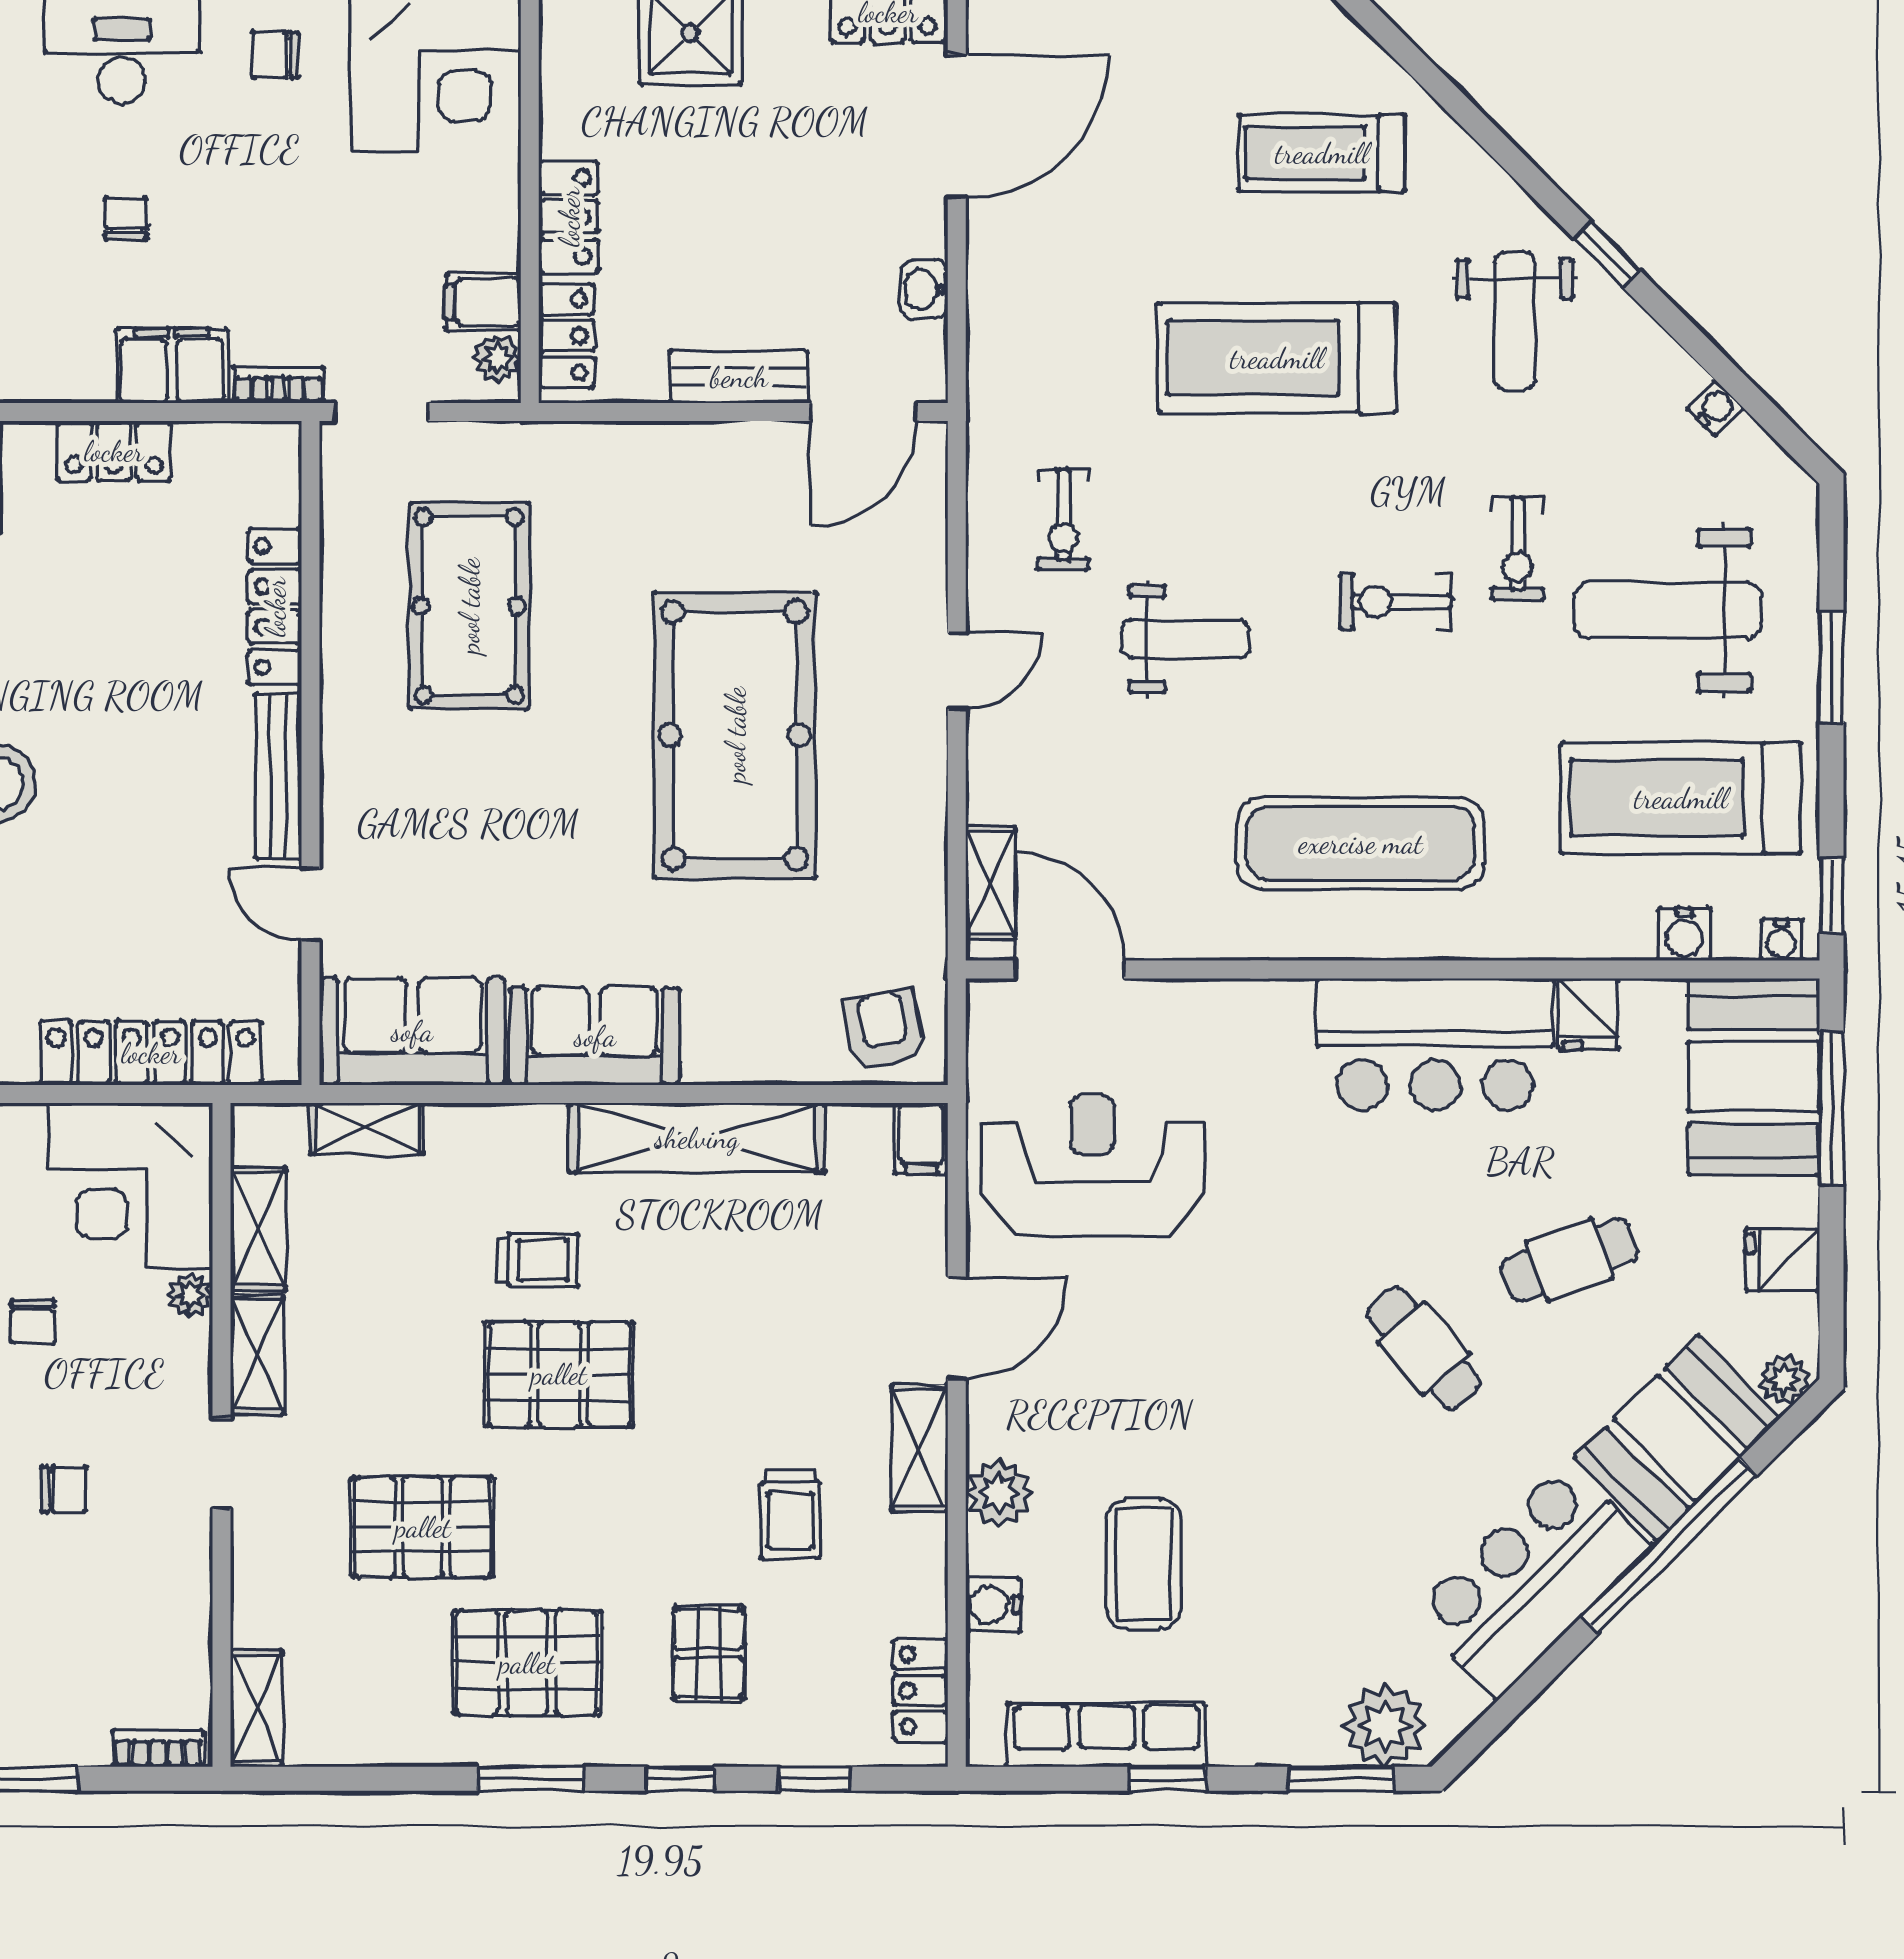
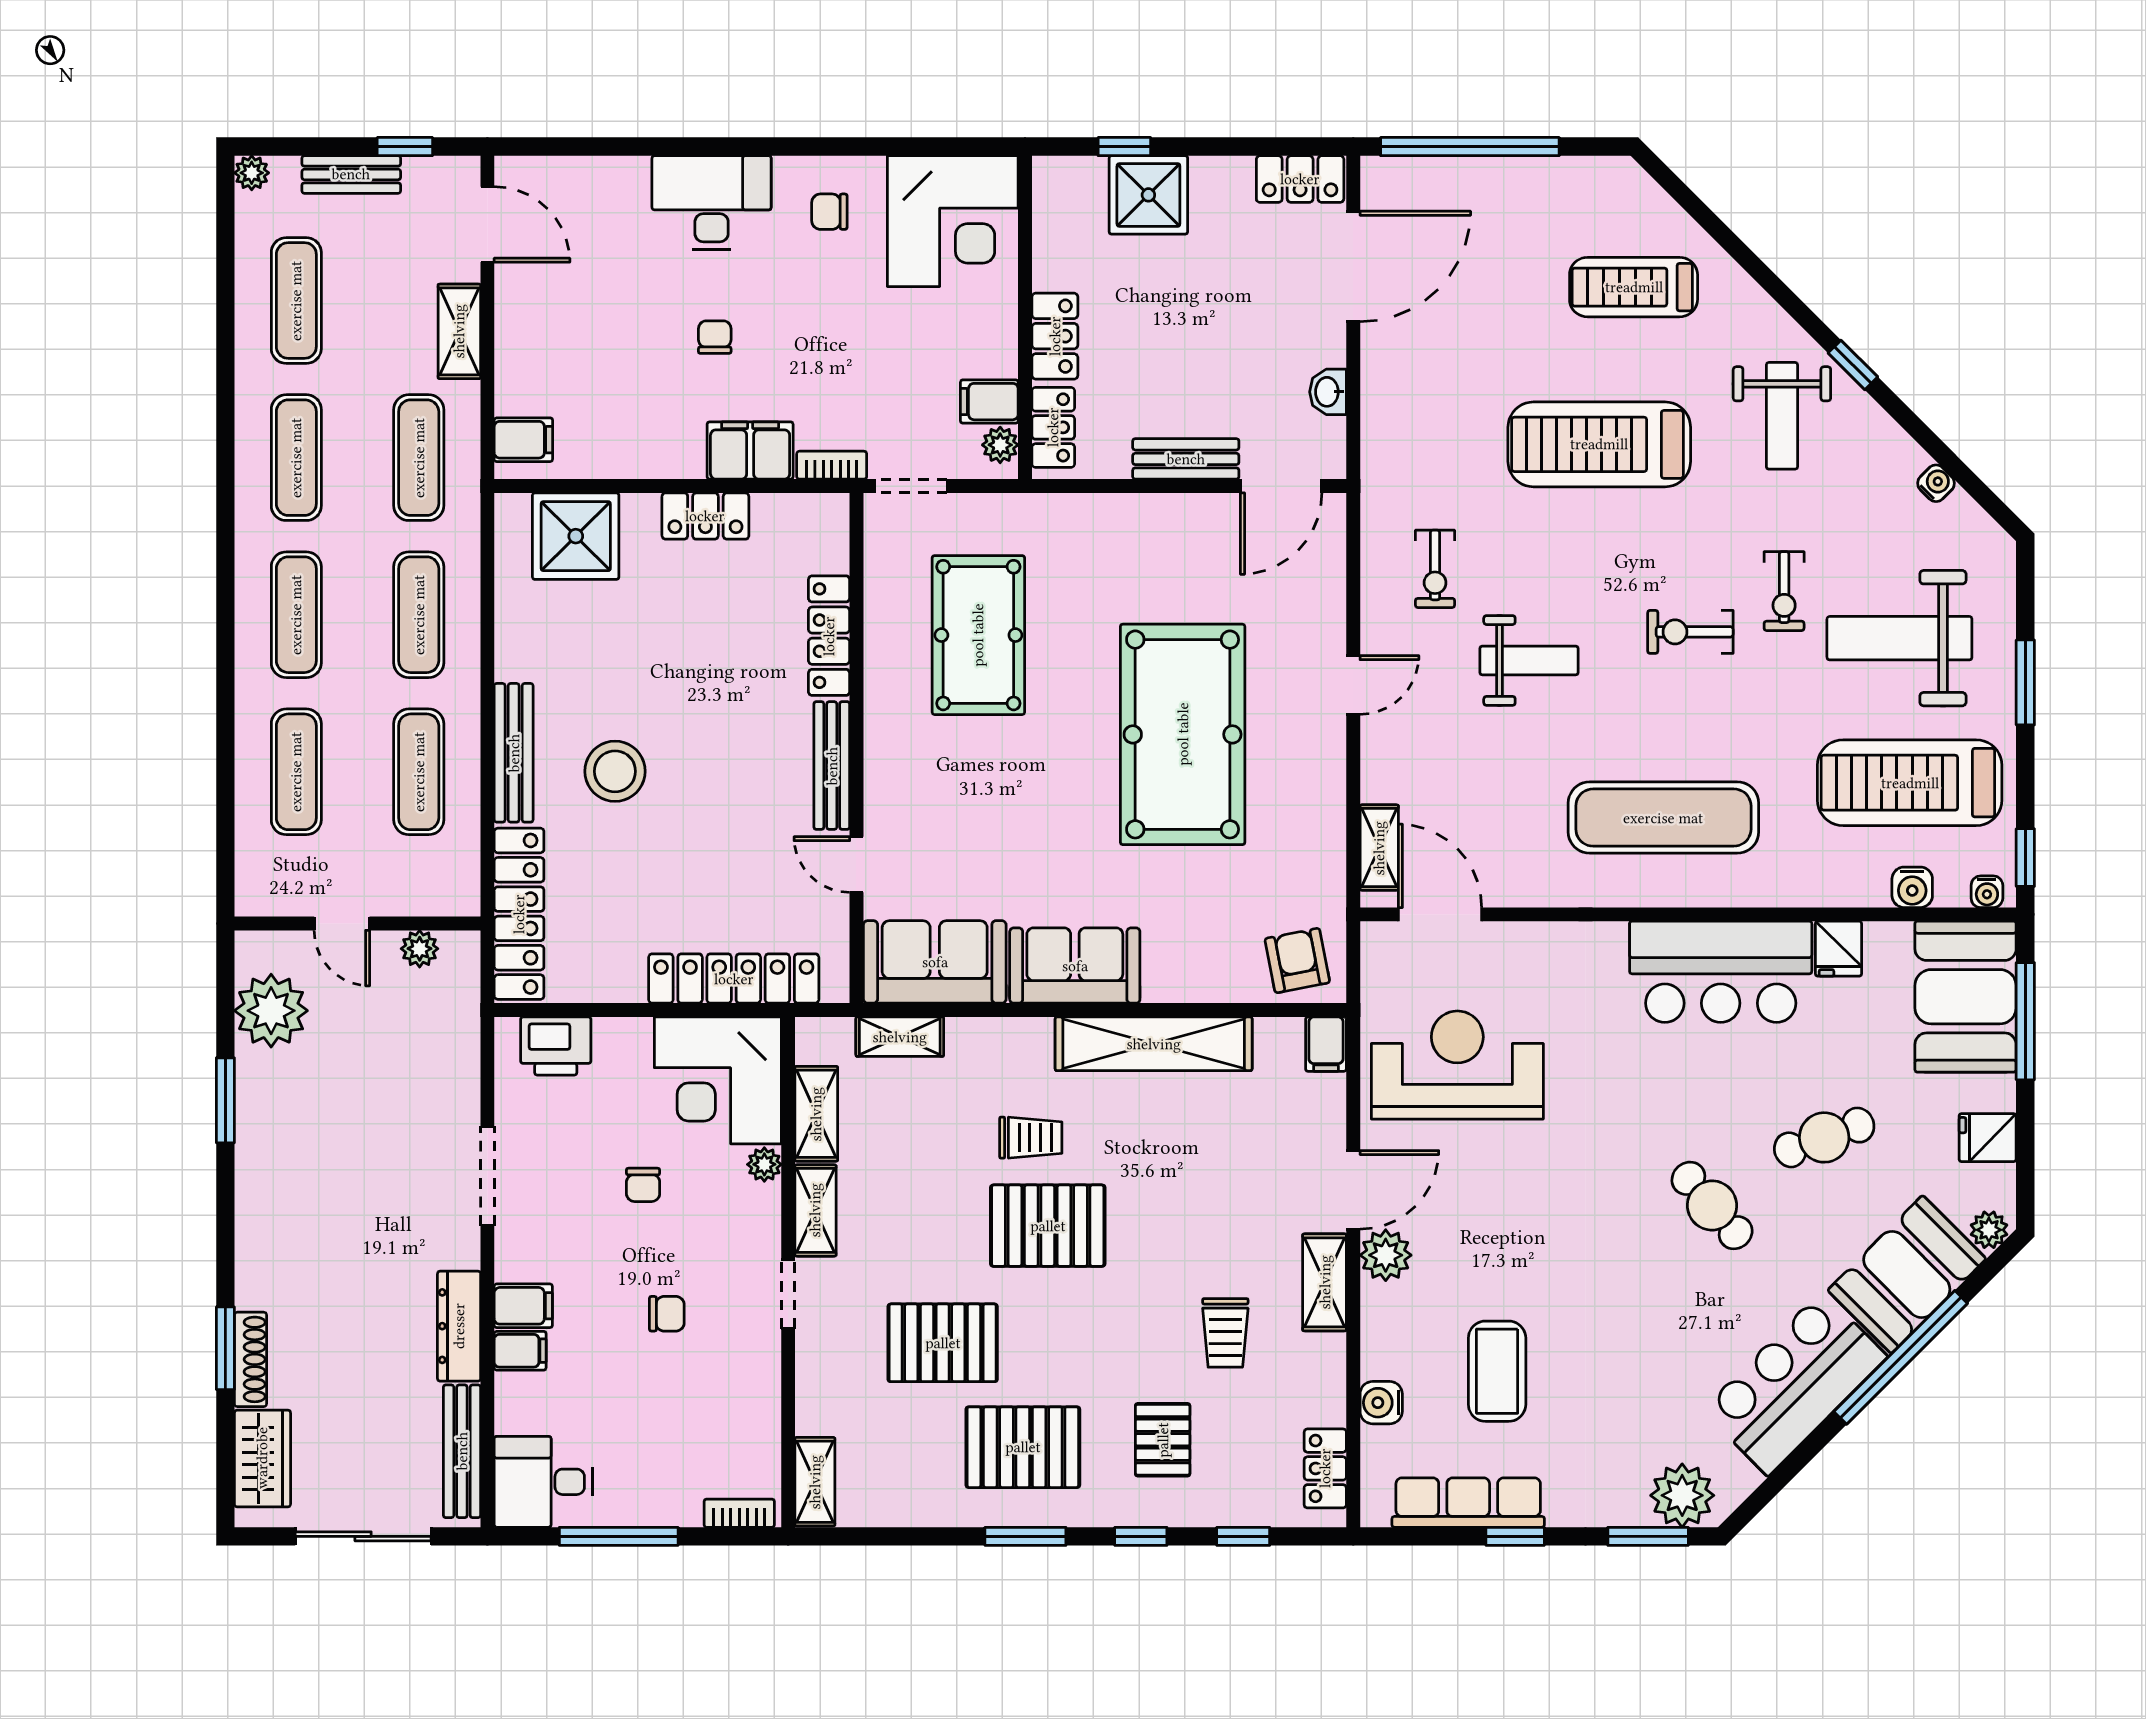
plant: (999, 1493) -> (1386, 1255), moved

